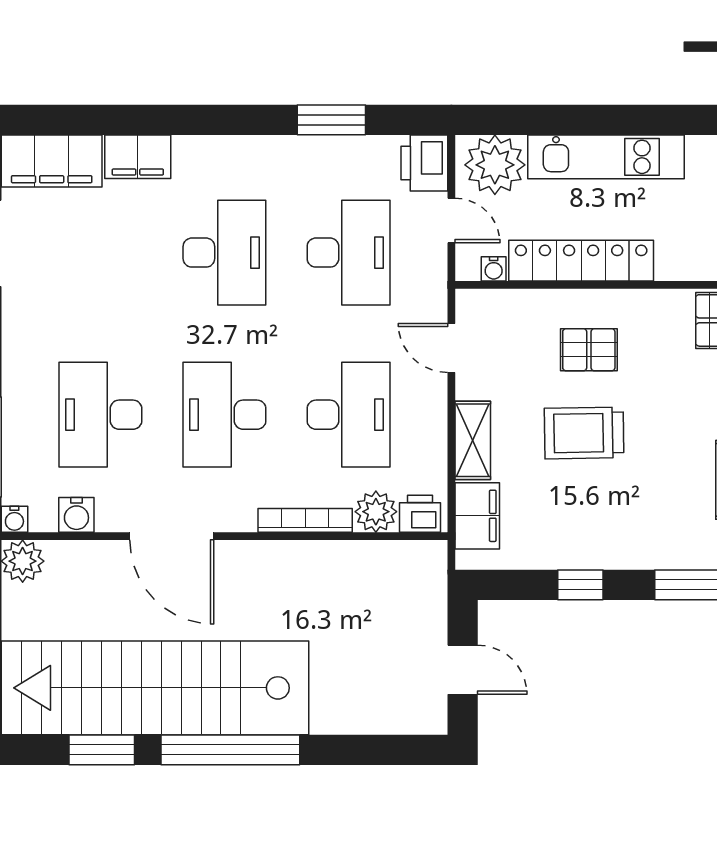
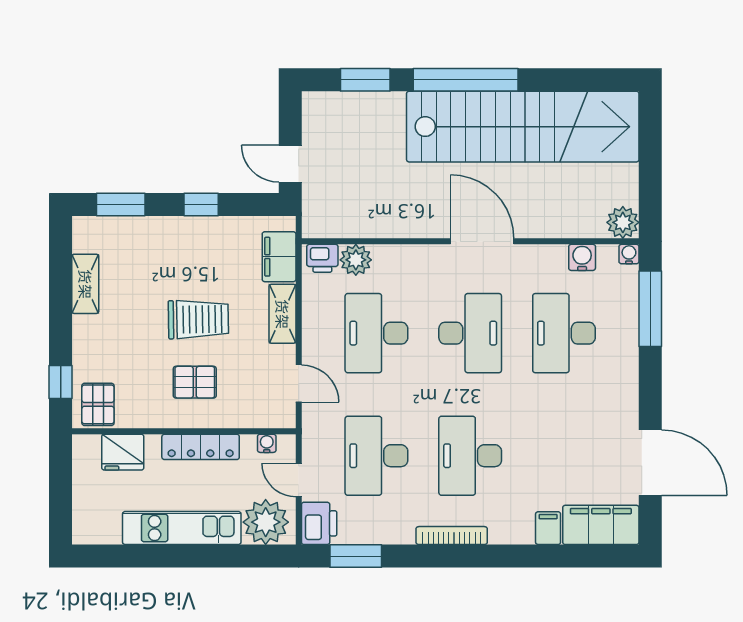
window: (331, 120) -> (356, 556), moved
filing cabinet: (138, 157) -> (548, 528), width x0.50
fridge: (684, 257) -> (123, 452), added
locker: (581, 261) -> (201, 447), width x0.71, depth x0.83
desk: (100, 415) -> (564, 333), turned 180
bookcase: (305, 520) -> (452, 536), moved, turned 180
door: (172, 536) -> (482, 241), moved
door: (463, 670) -> (290, 164), moved
window: (102, 750) -> (365, 80), moved

